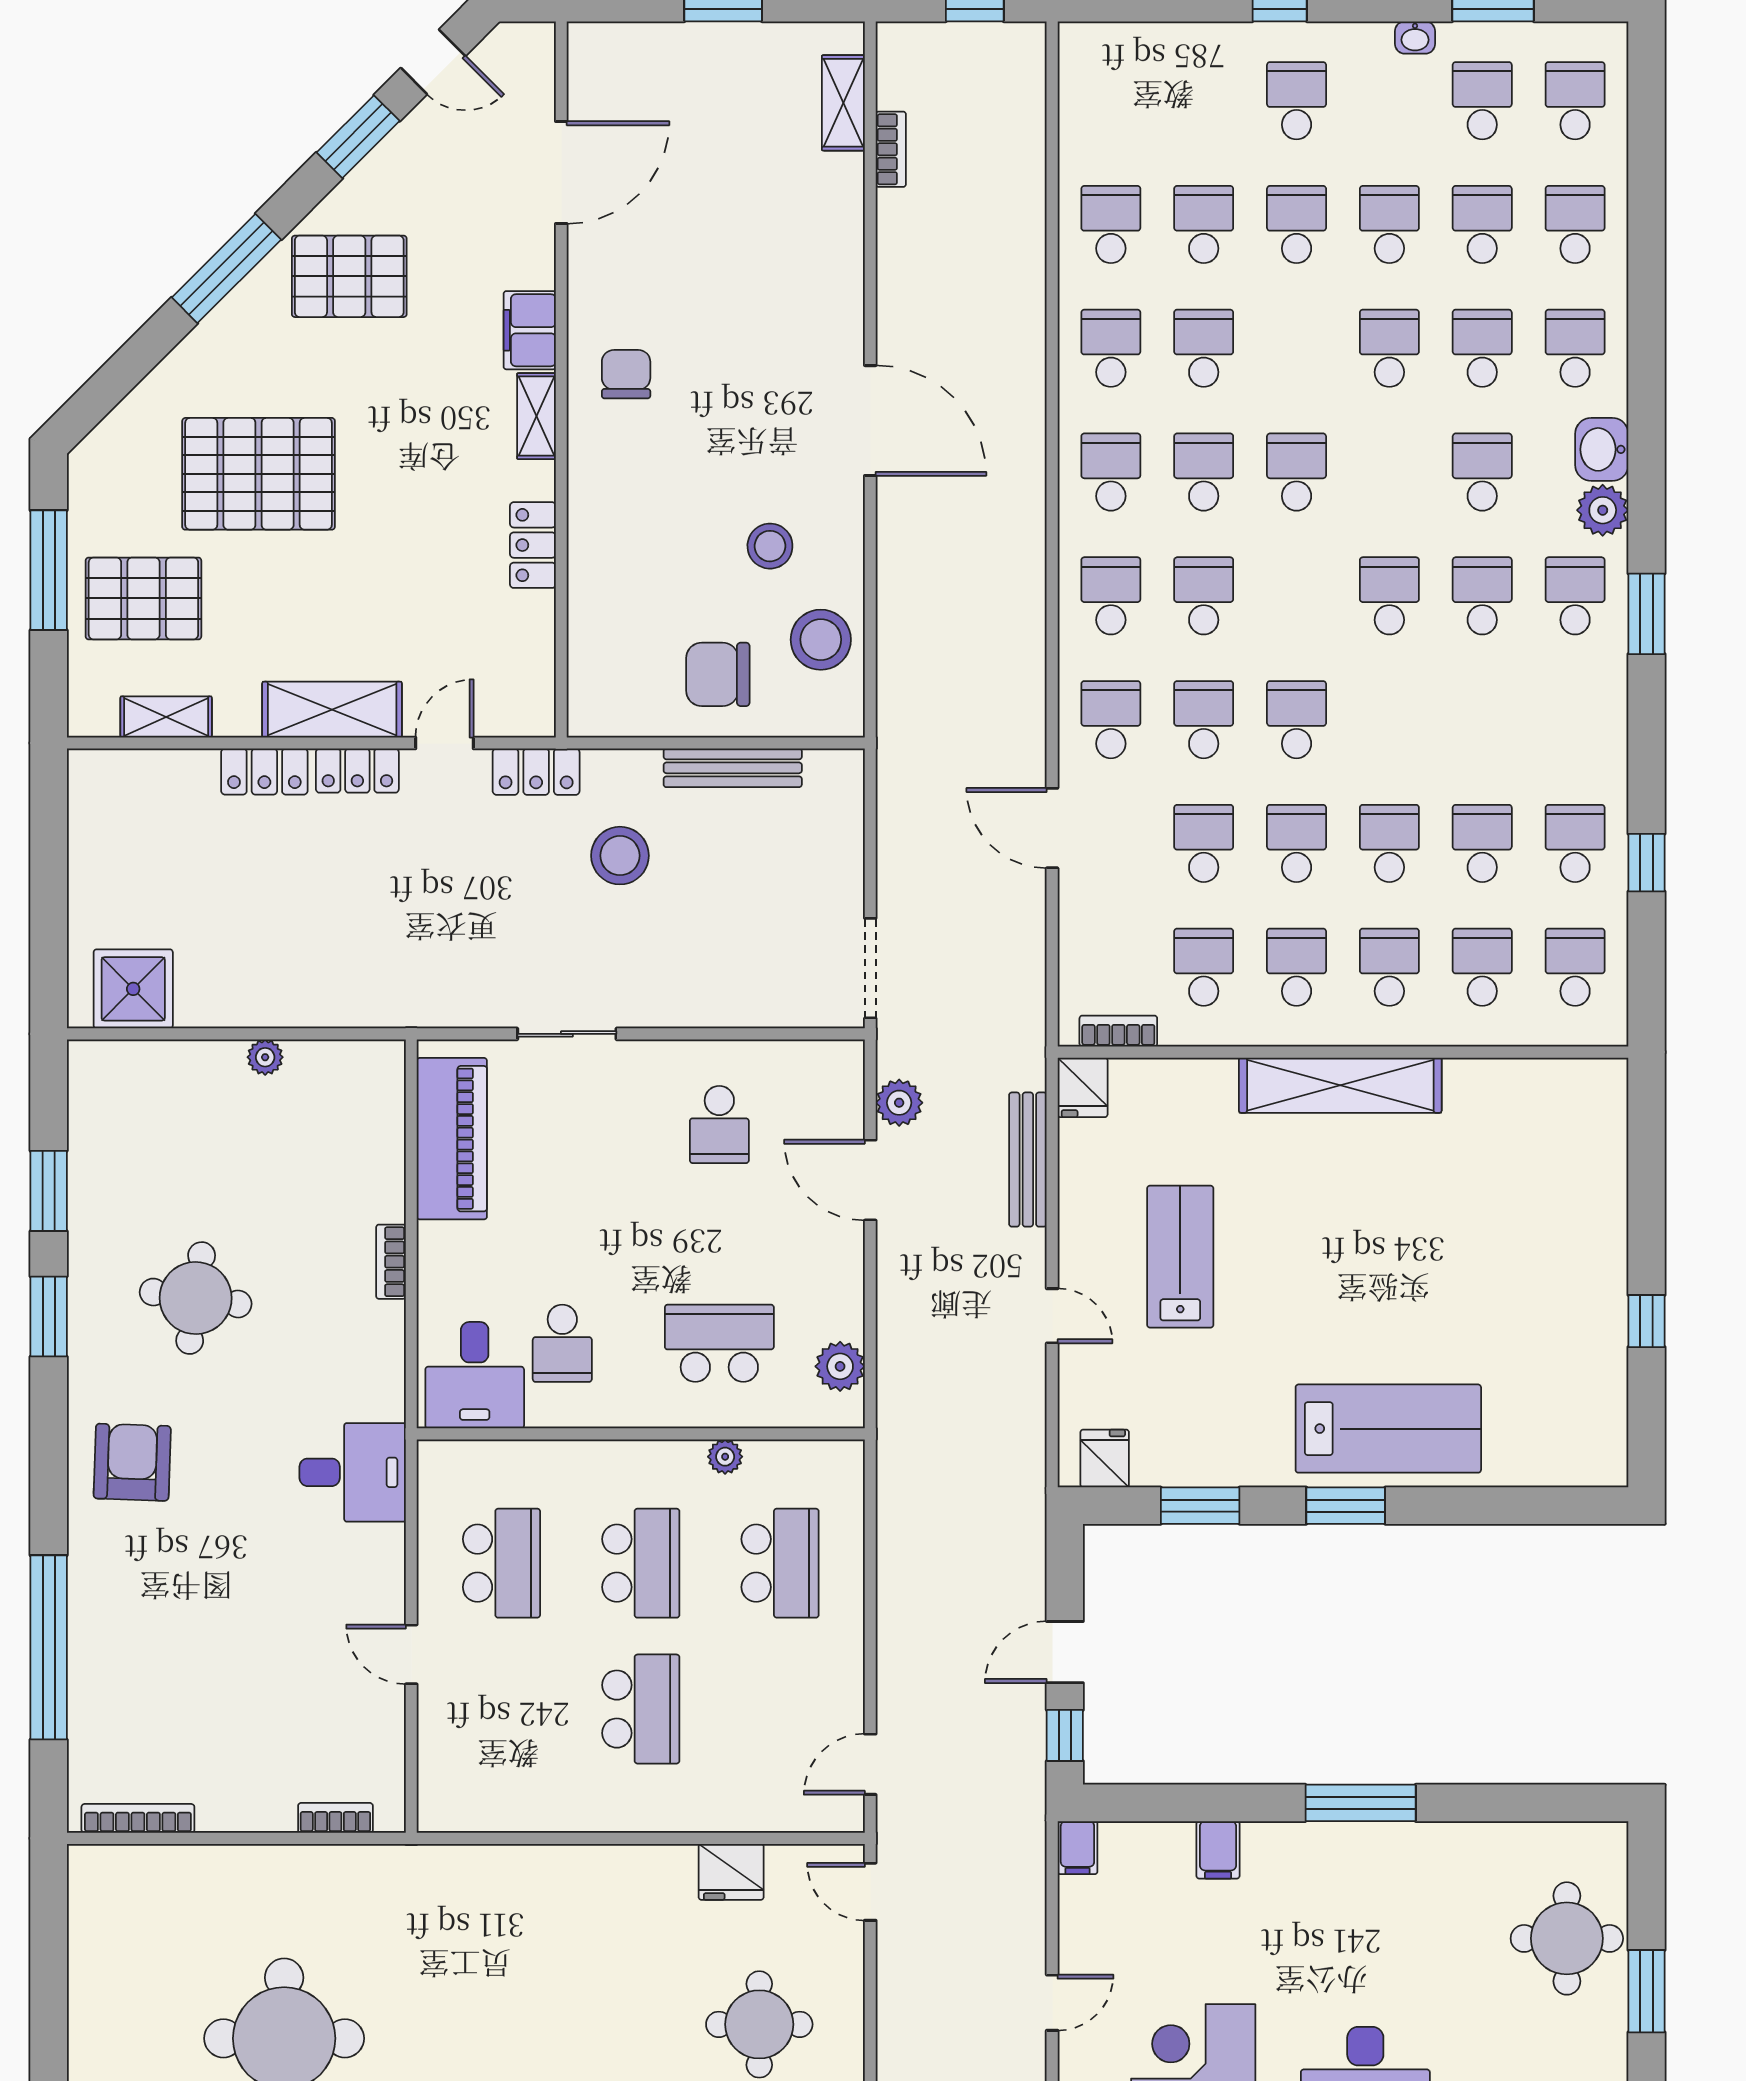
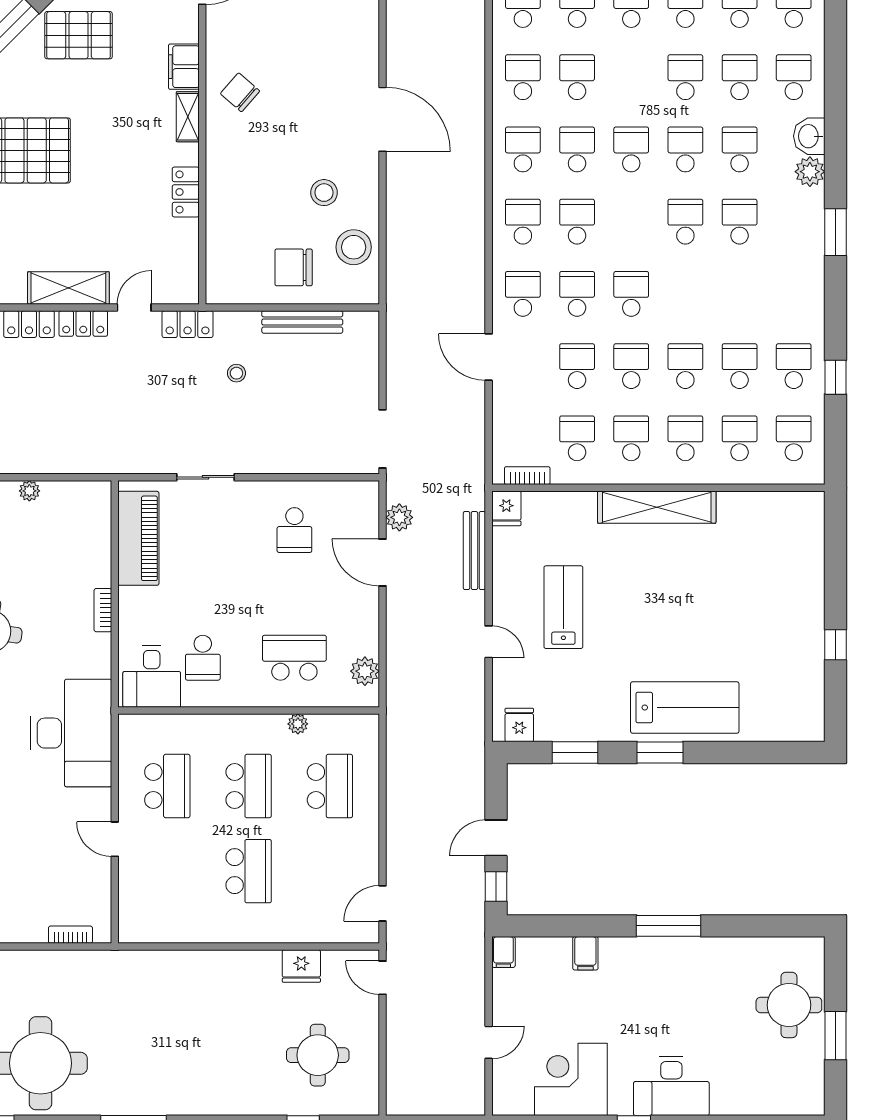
chair: (626, 374) -> (240, 92), turned -49
school desk: (1575, 596) -> (685, 149), moved
stool: (620, 856) -> (236, 373), width x0.53, depth x0.53
desk: (353, 1472) -> (71, 733), width x1.87, depth x1.30

